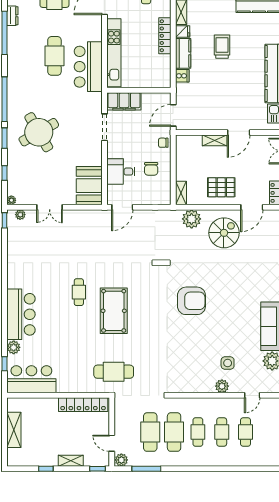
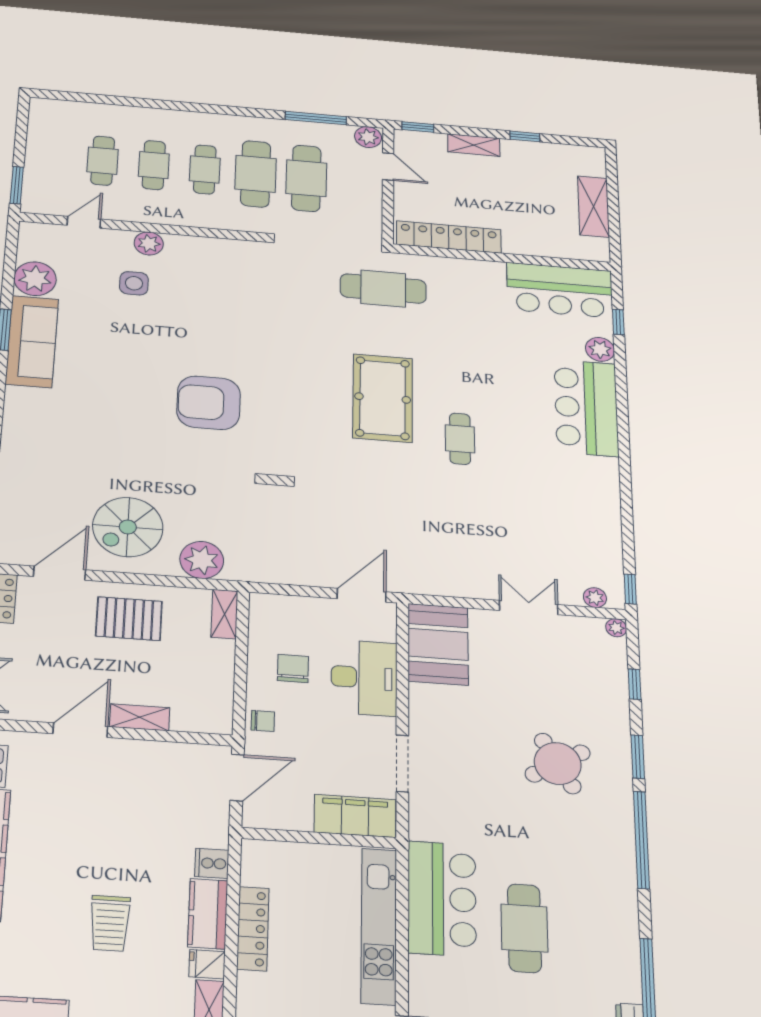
locker: (165, 36) -> (253, 929), moved
round table: (39, 132) -> (558, 763), width x0.73, depth x0.73
desk: (121, 172) -> (364, 678), width x1.37

